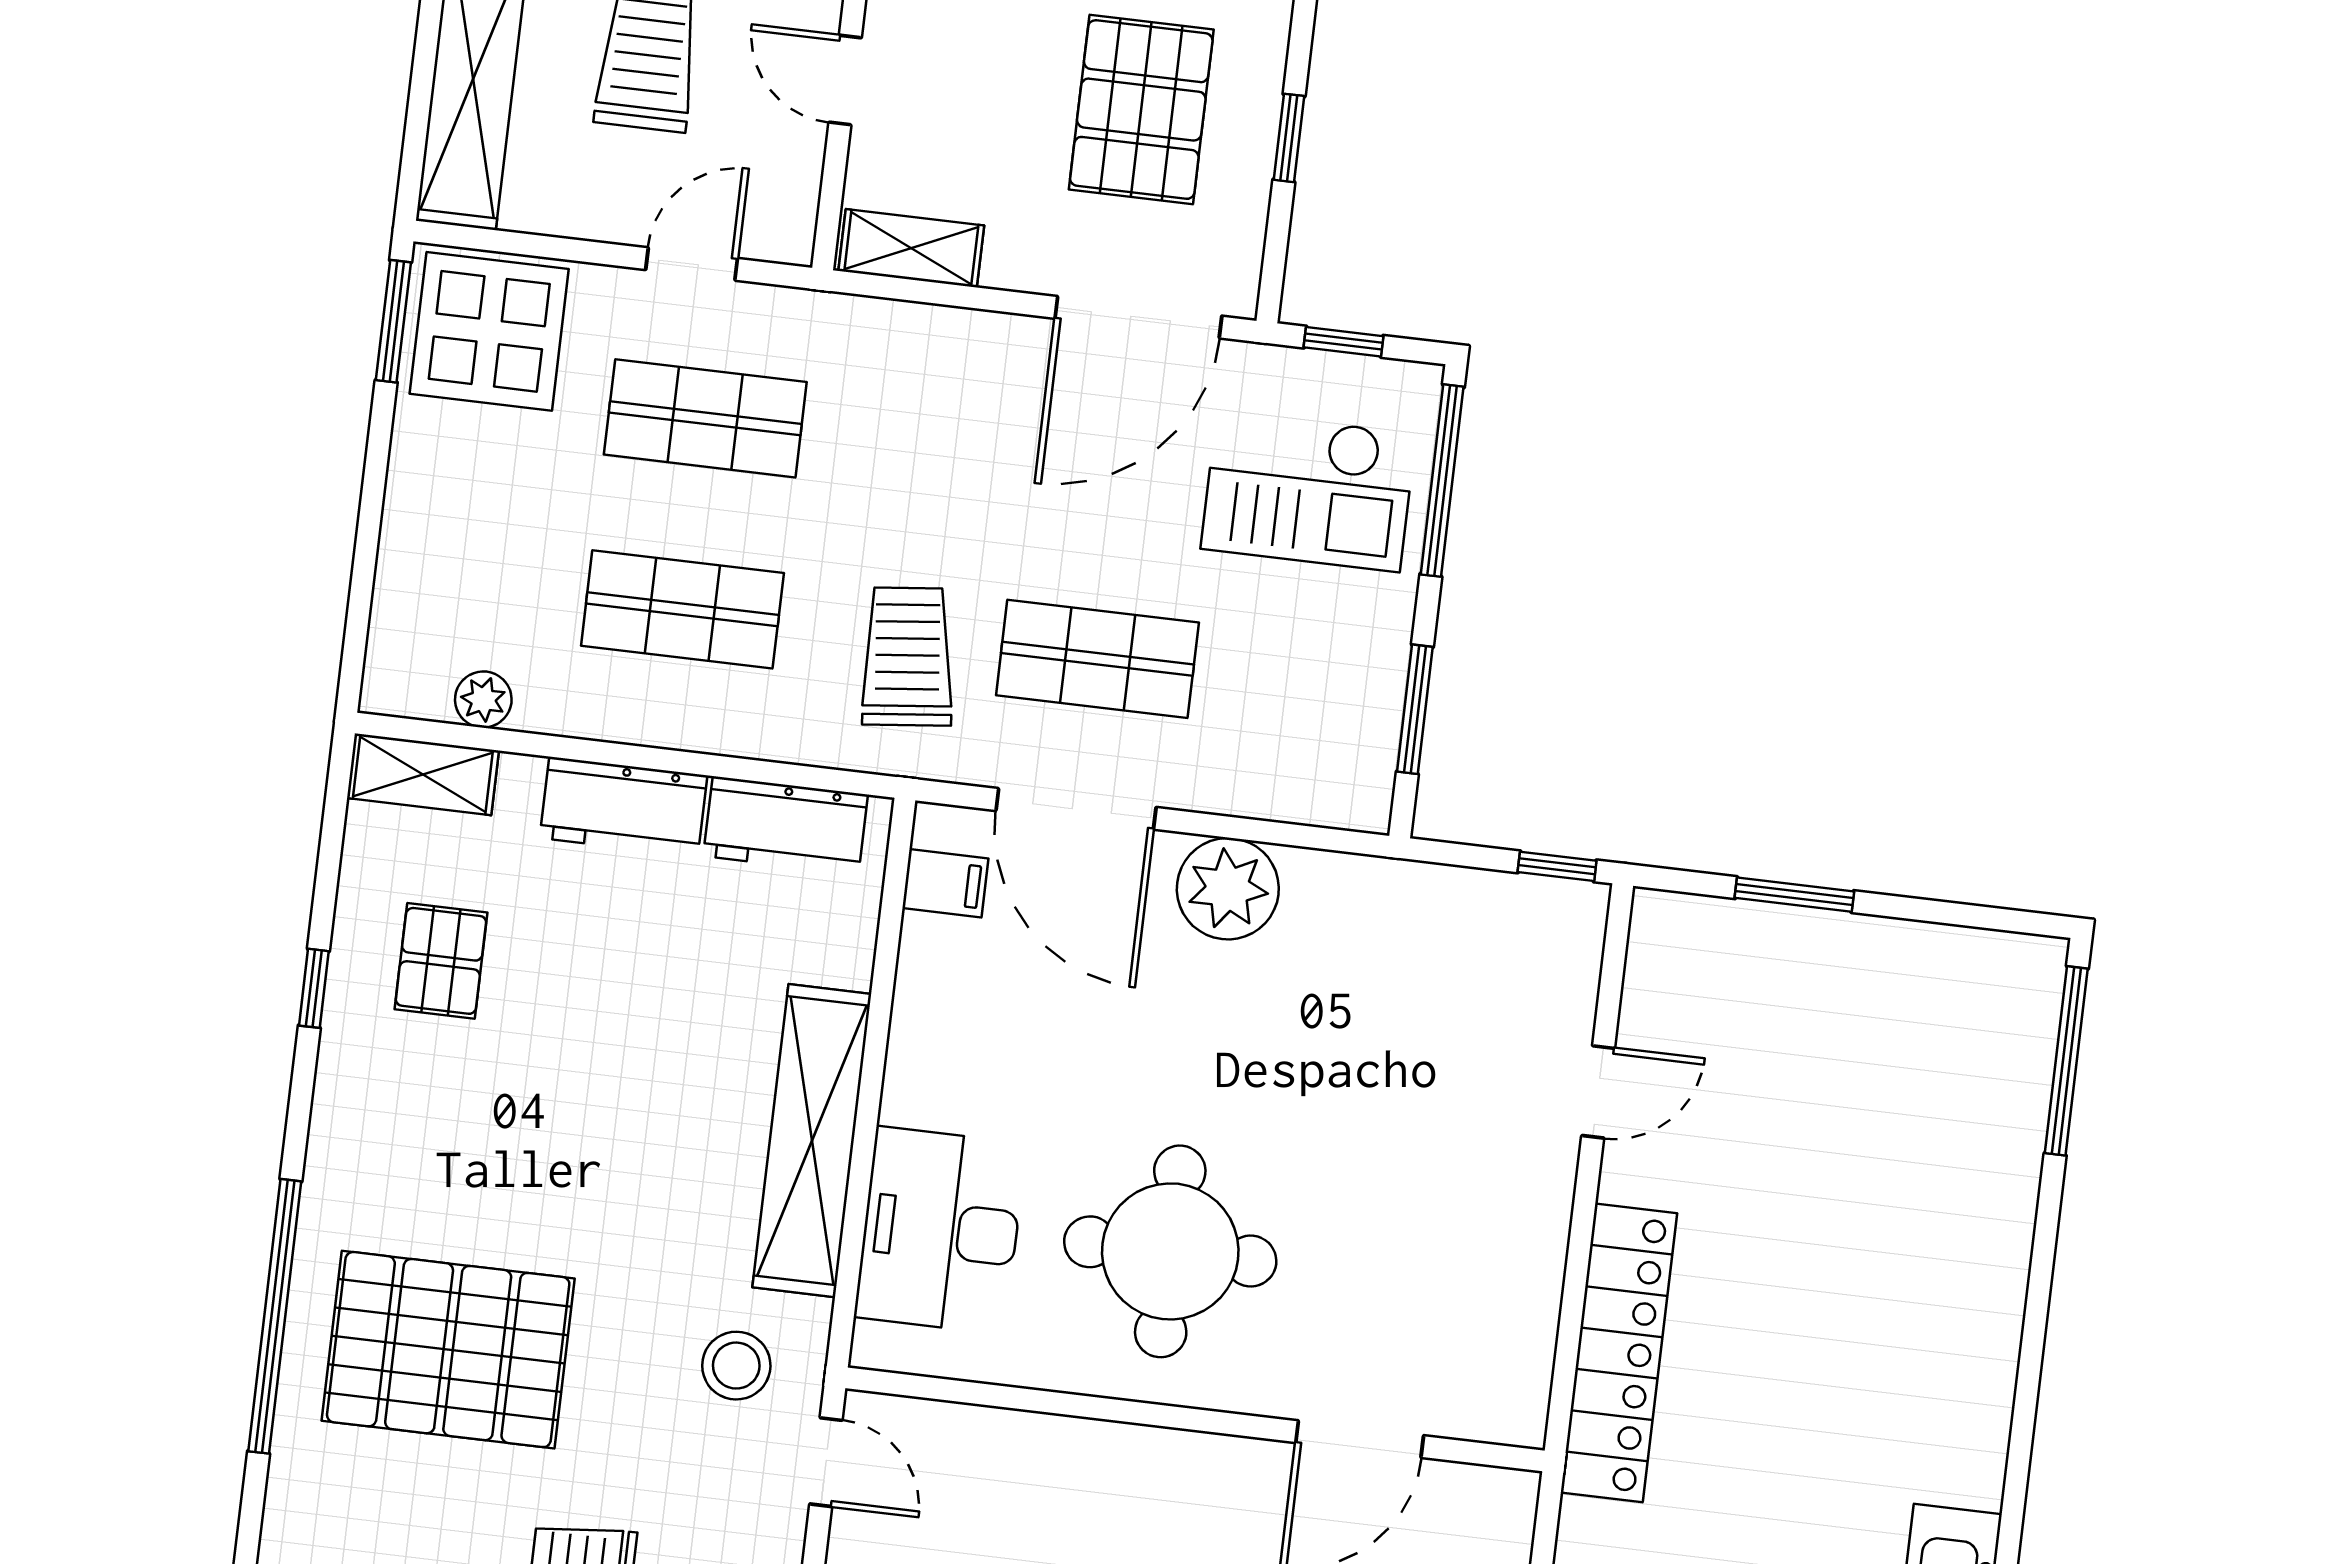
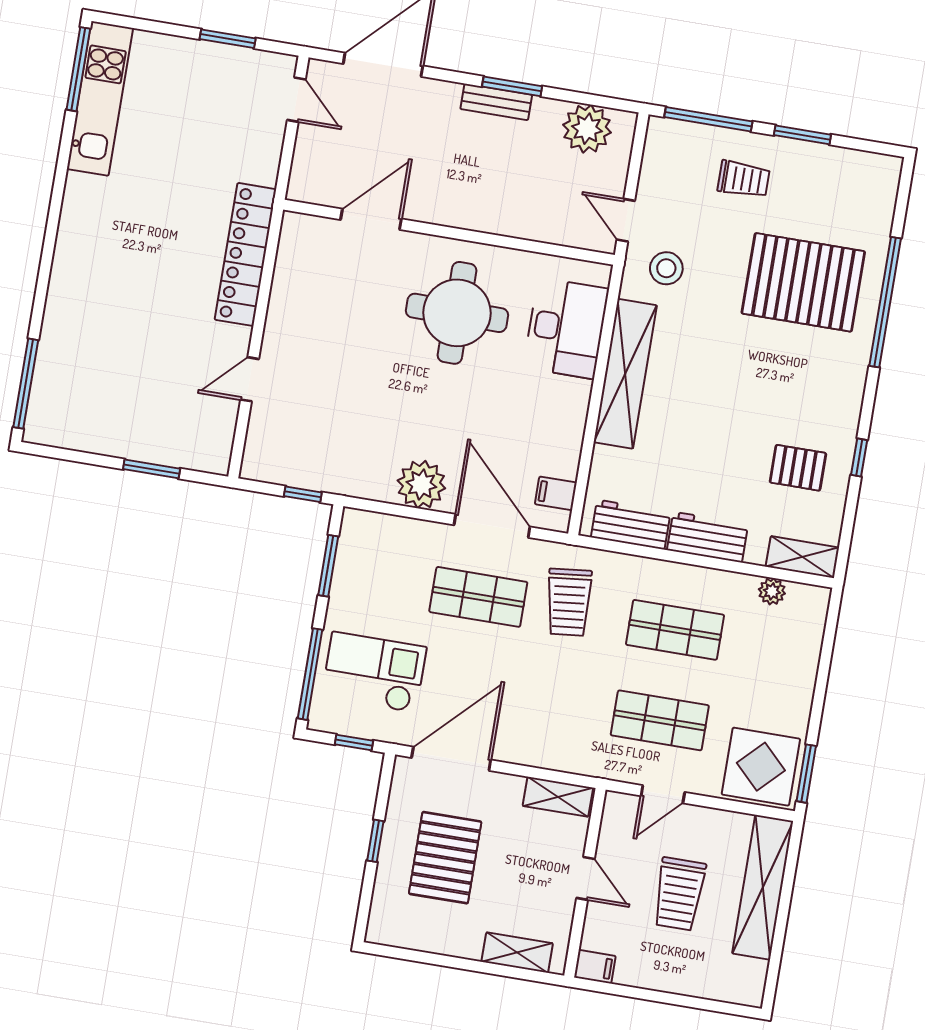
window: (1557, 866) -> (303, 494), moved
pallet: (441, 961) -> (798, 468), turned 90

